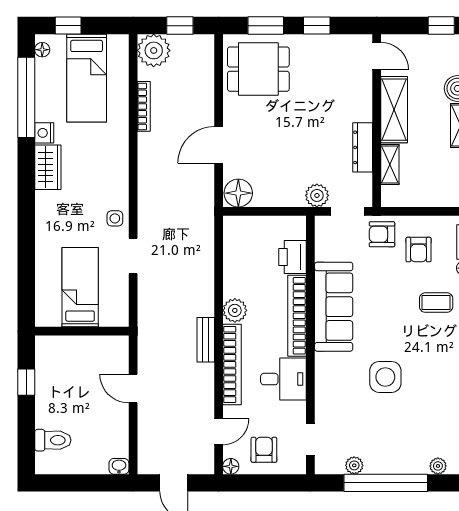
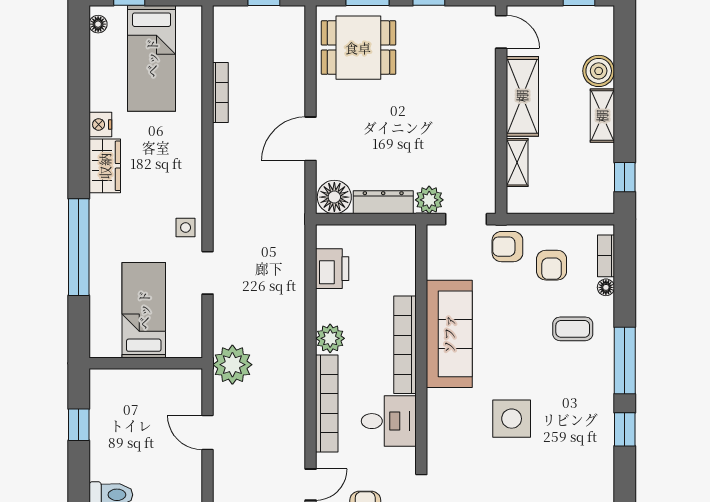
plant: (154, 50) -> (232, 365), moved
window: (26, 97) -> (79, 247), moved
dresser: (363, 147) -> (383, 202), moved, turned 90
printer: (292, 257) -> (332, 269), moved, turned 180
bench: (206, 340) -> (295, 374), removed

